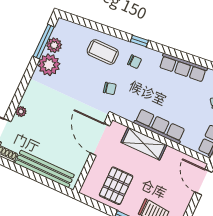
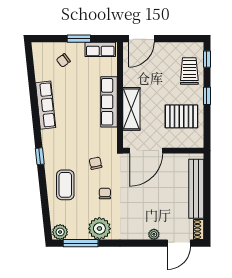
plant: (54, 45) -> (60, 232), moved
chair: (135, 62) -> (105, 193), moved

